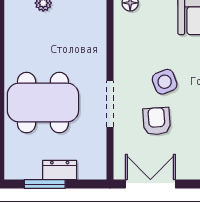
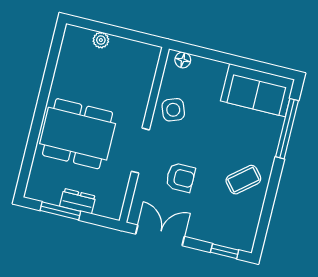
side table: (165, 82) -> (173, 110), moved
armchair: (157, 121) -> (180, 178), turned 94

